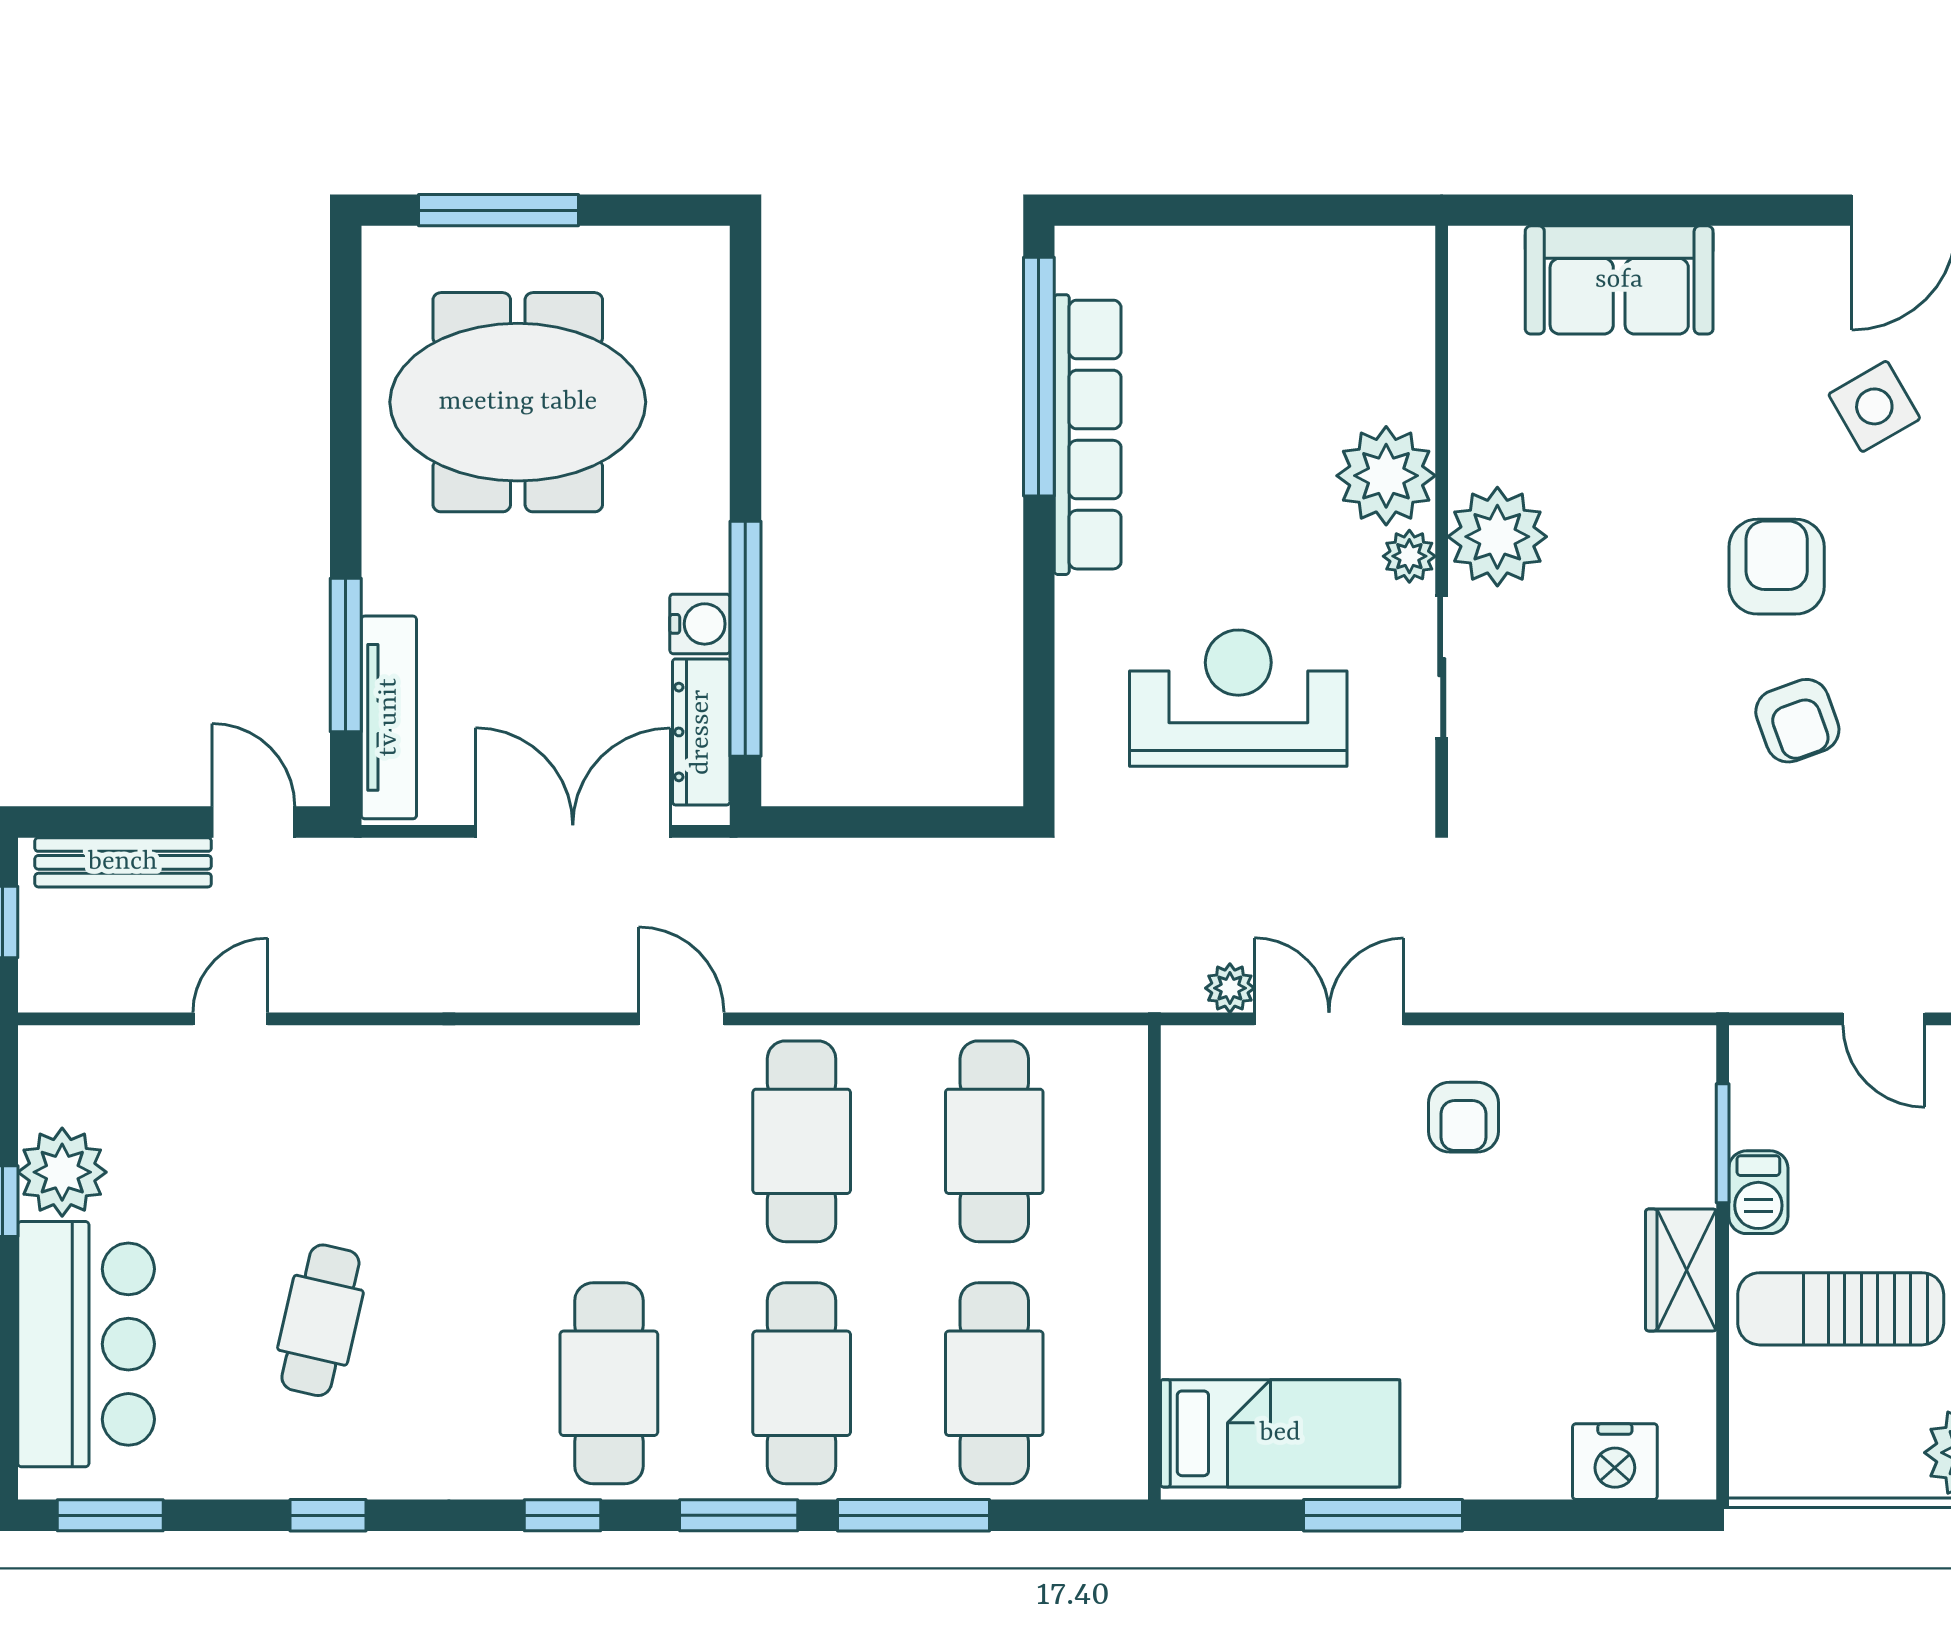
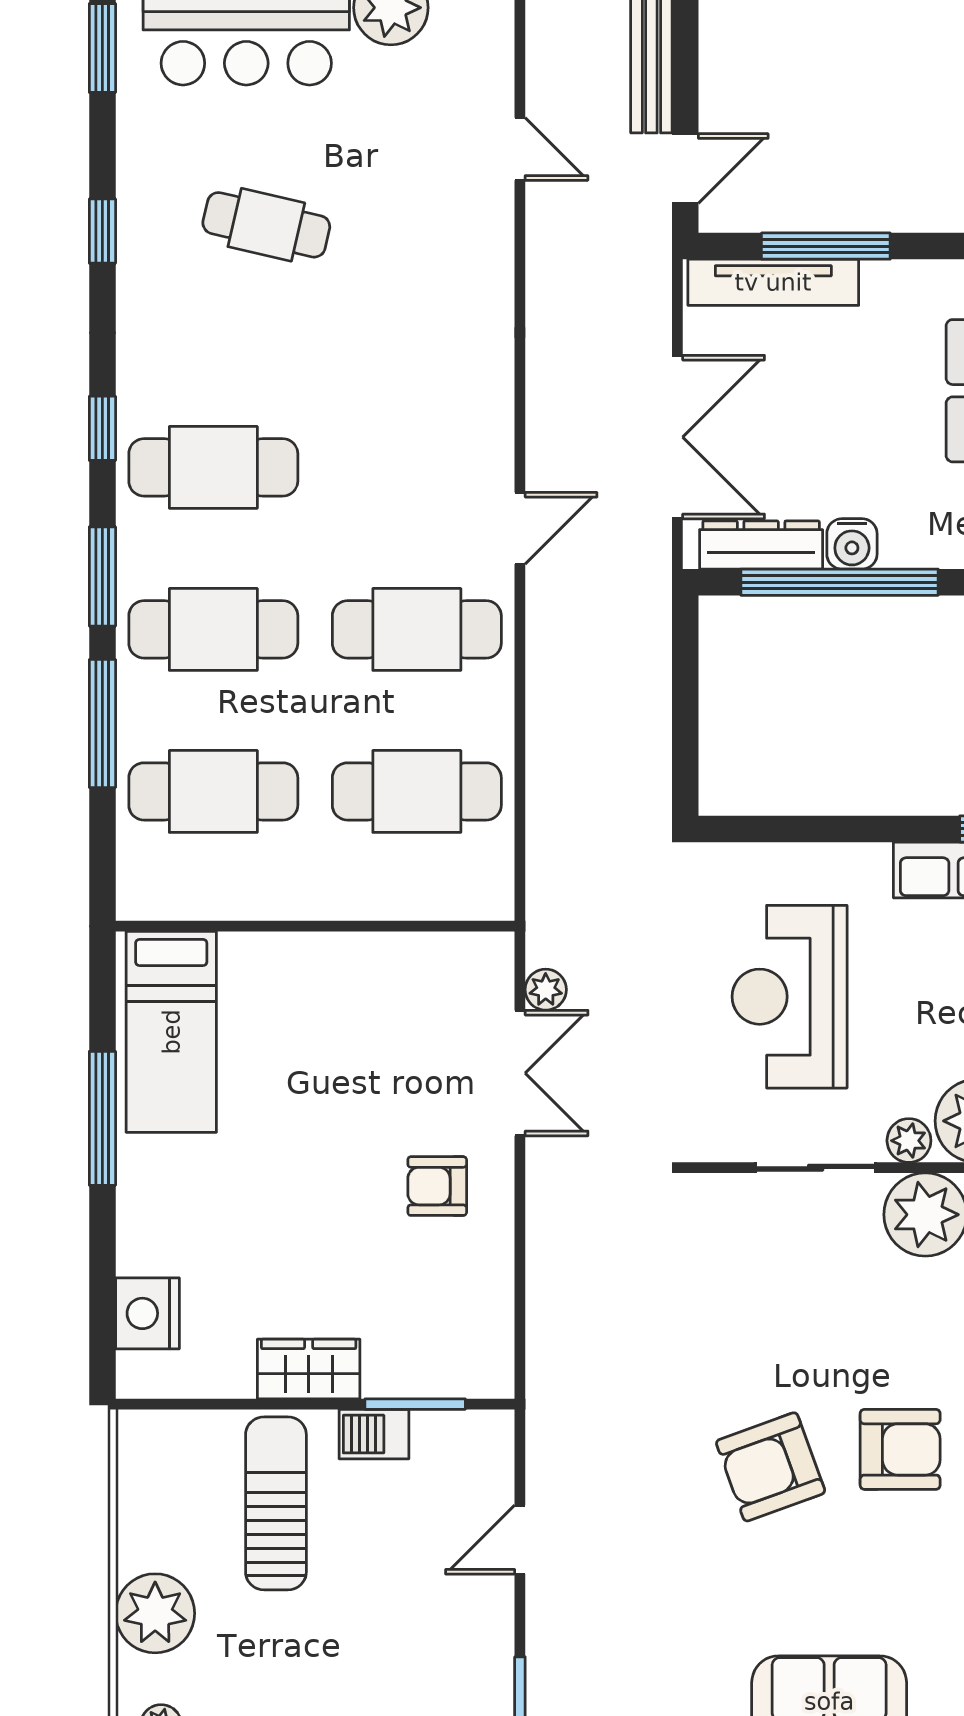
reception desk: (1238, 698) -> (790, 997), turned 180
armchair: (1797, 721) -> (771, 1467), width x1.38, depth x1.38

